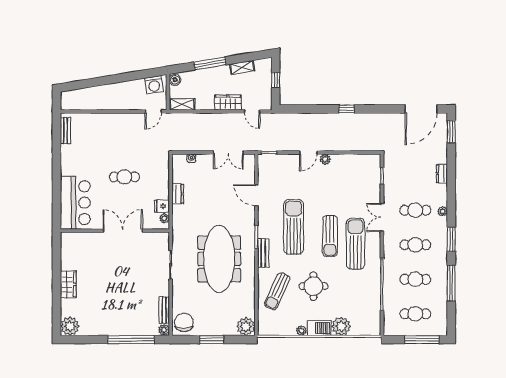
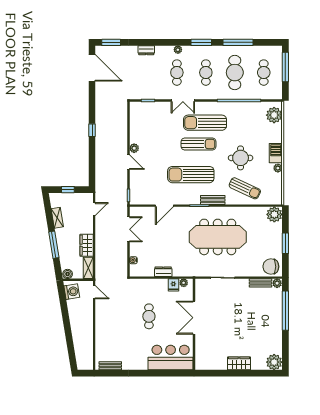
wardrobe: (228, 102) -> (87, 245), moved
cafe table: (415, 279) -> (235, 73), width x1.37, depth x1.35
plant: (341, 326) -> (274, 115), moved

